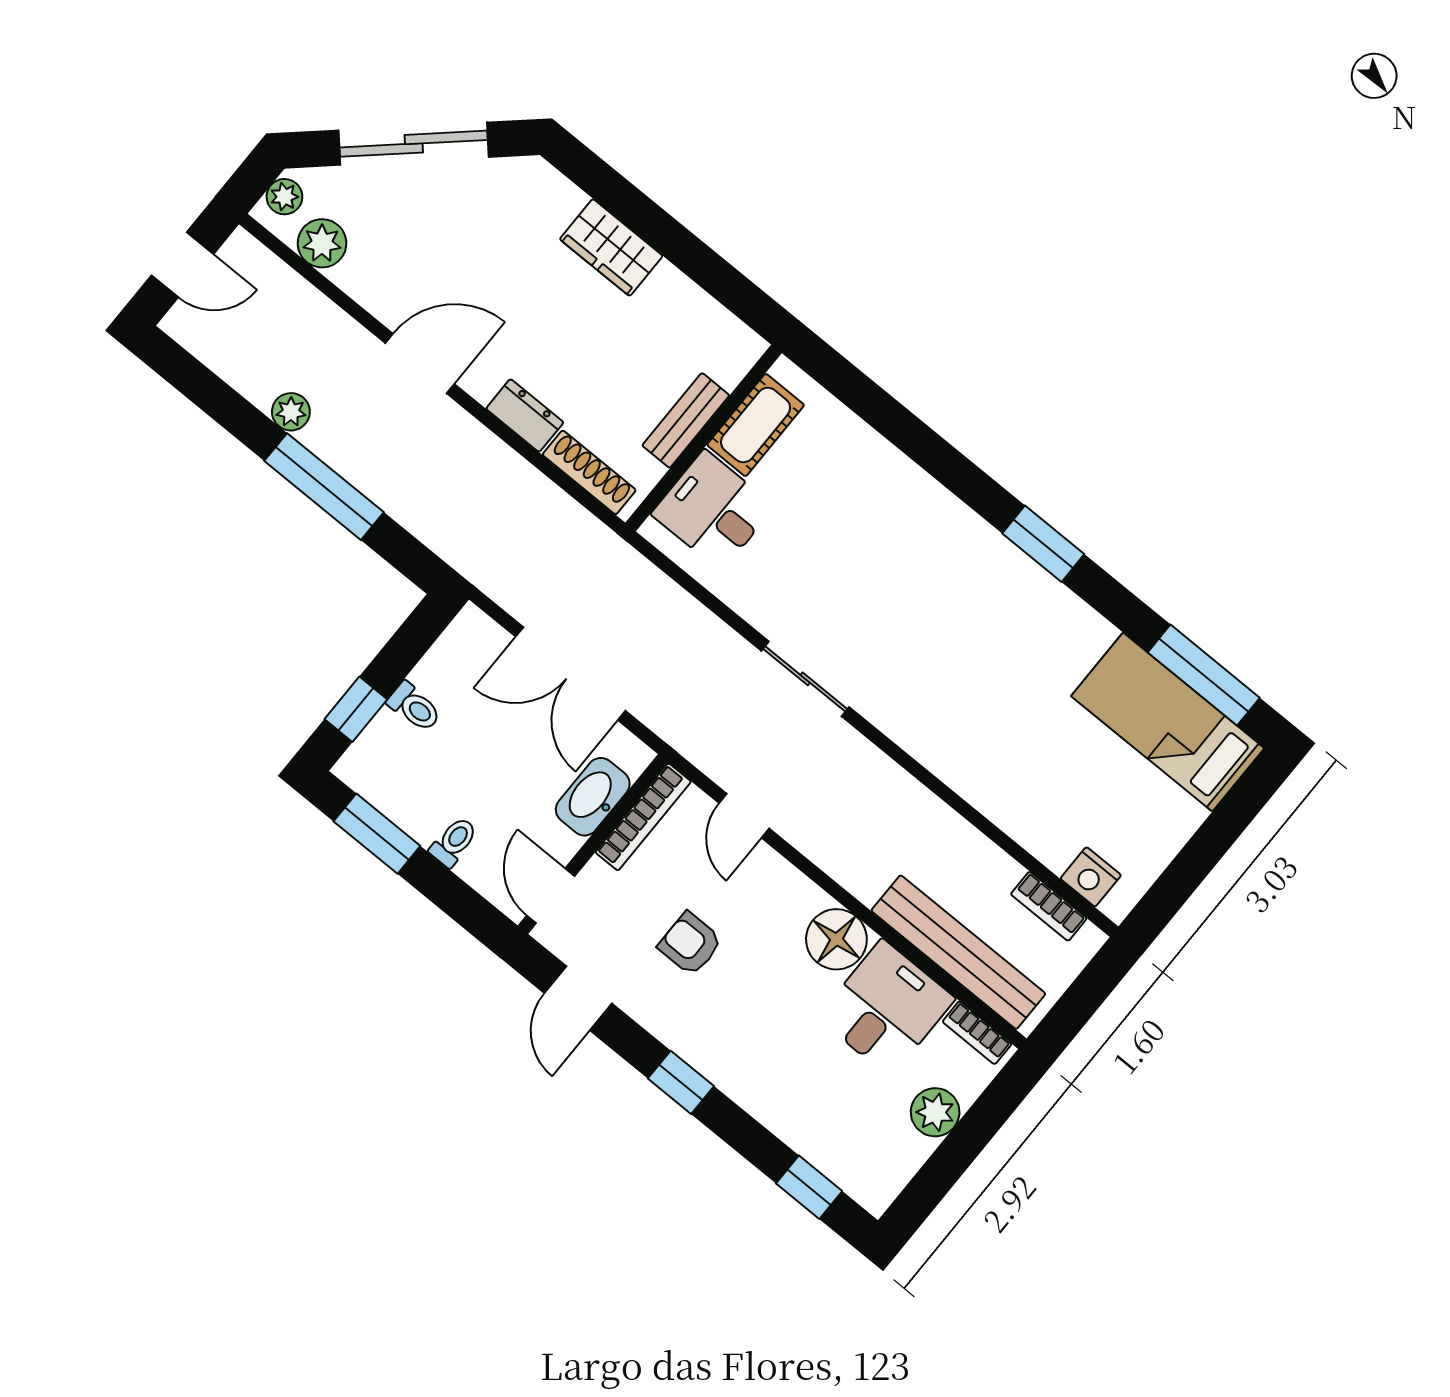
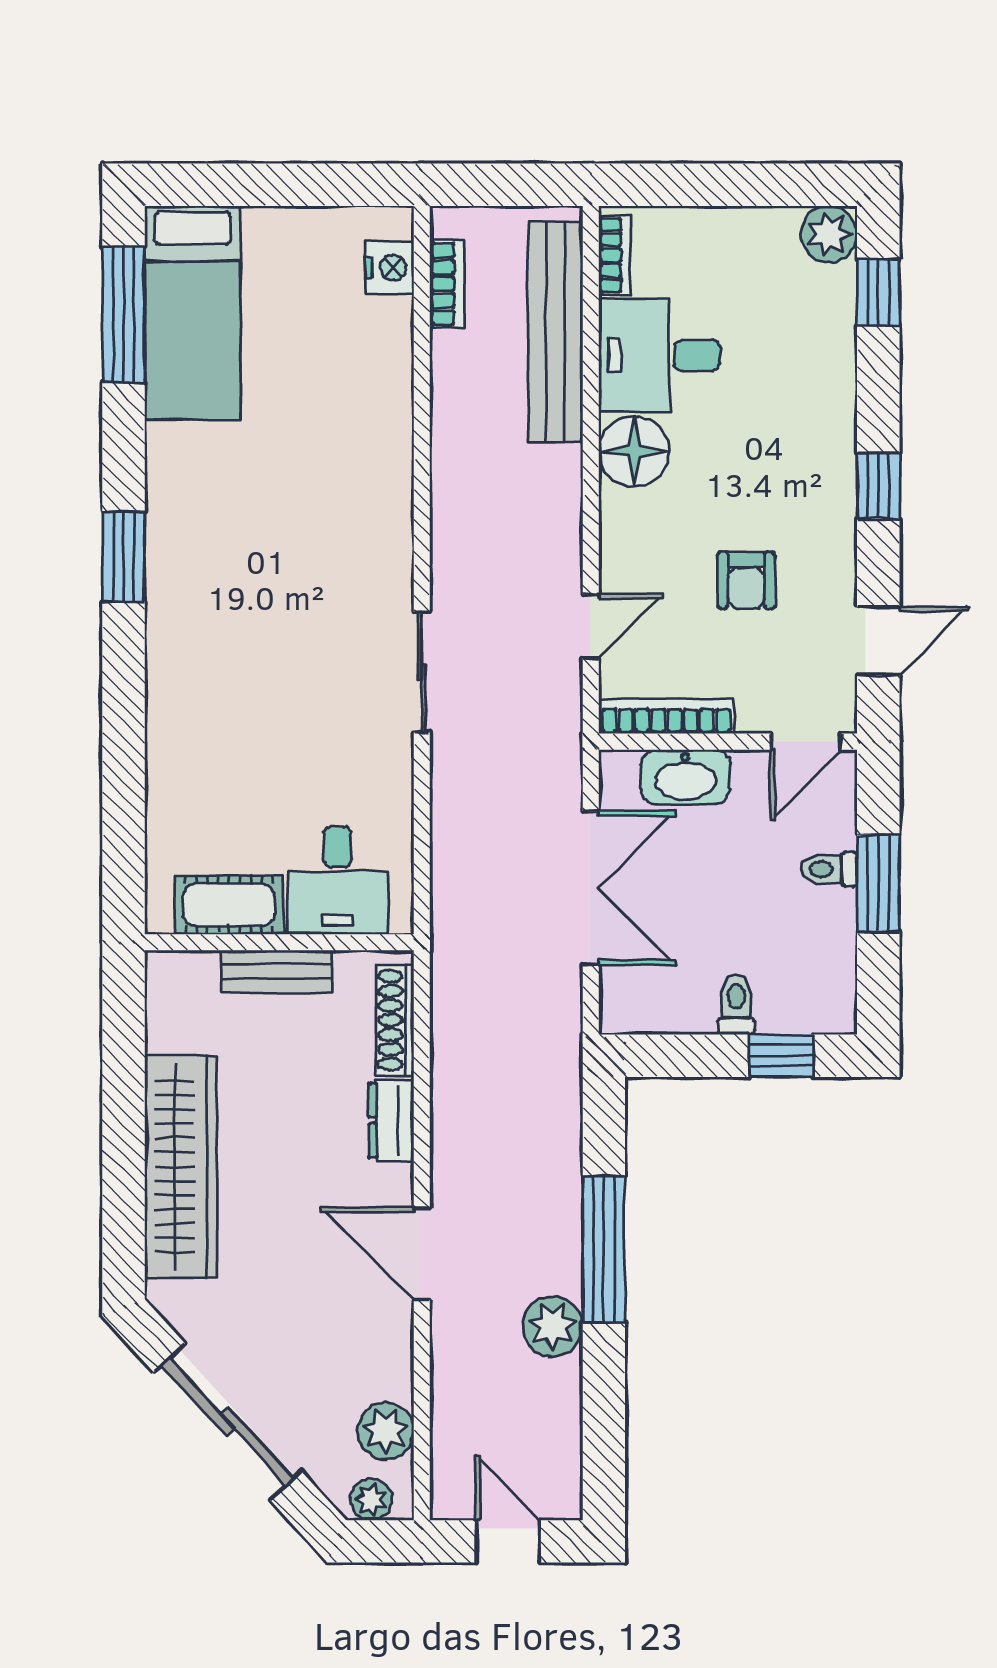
wardrobe: (611, 247) -> (181, 1167), width x2.10, depth x1.17
plant: (291, 412) -> (553, 1326), width x1.38, depth x1.38
window: (377, 834) -> (878, 883), moved
plant: (935, 1112) -> (829, 234), moved

